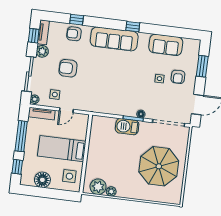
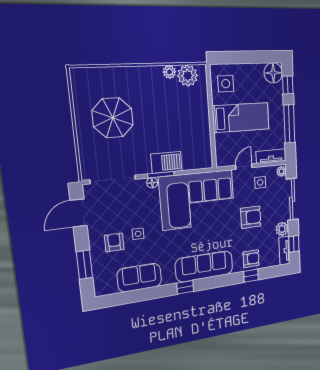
corner sofa: (109, 93) -> (198, 200), added
parasol: (159, 166) -> (113, 118), width x0.73, depth x0.73
floor lamp: (42, 180) -> (273, 73), moved

